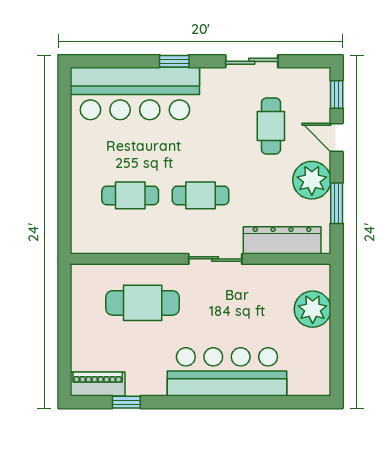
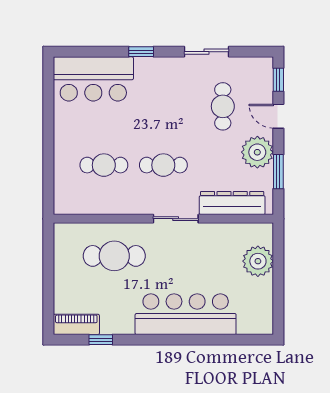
bar counter: (135, 93) -> (93, 79), width x0.73

